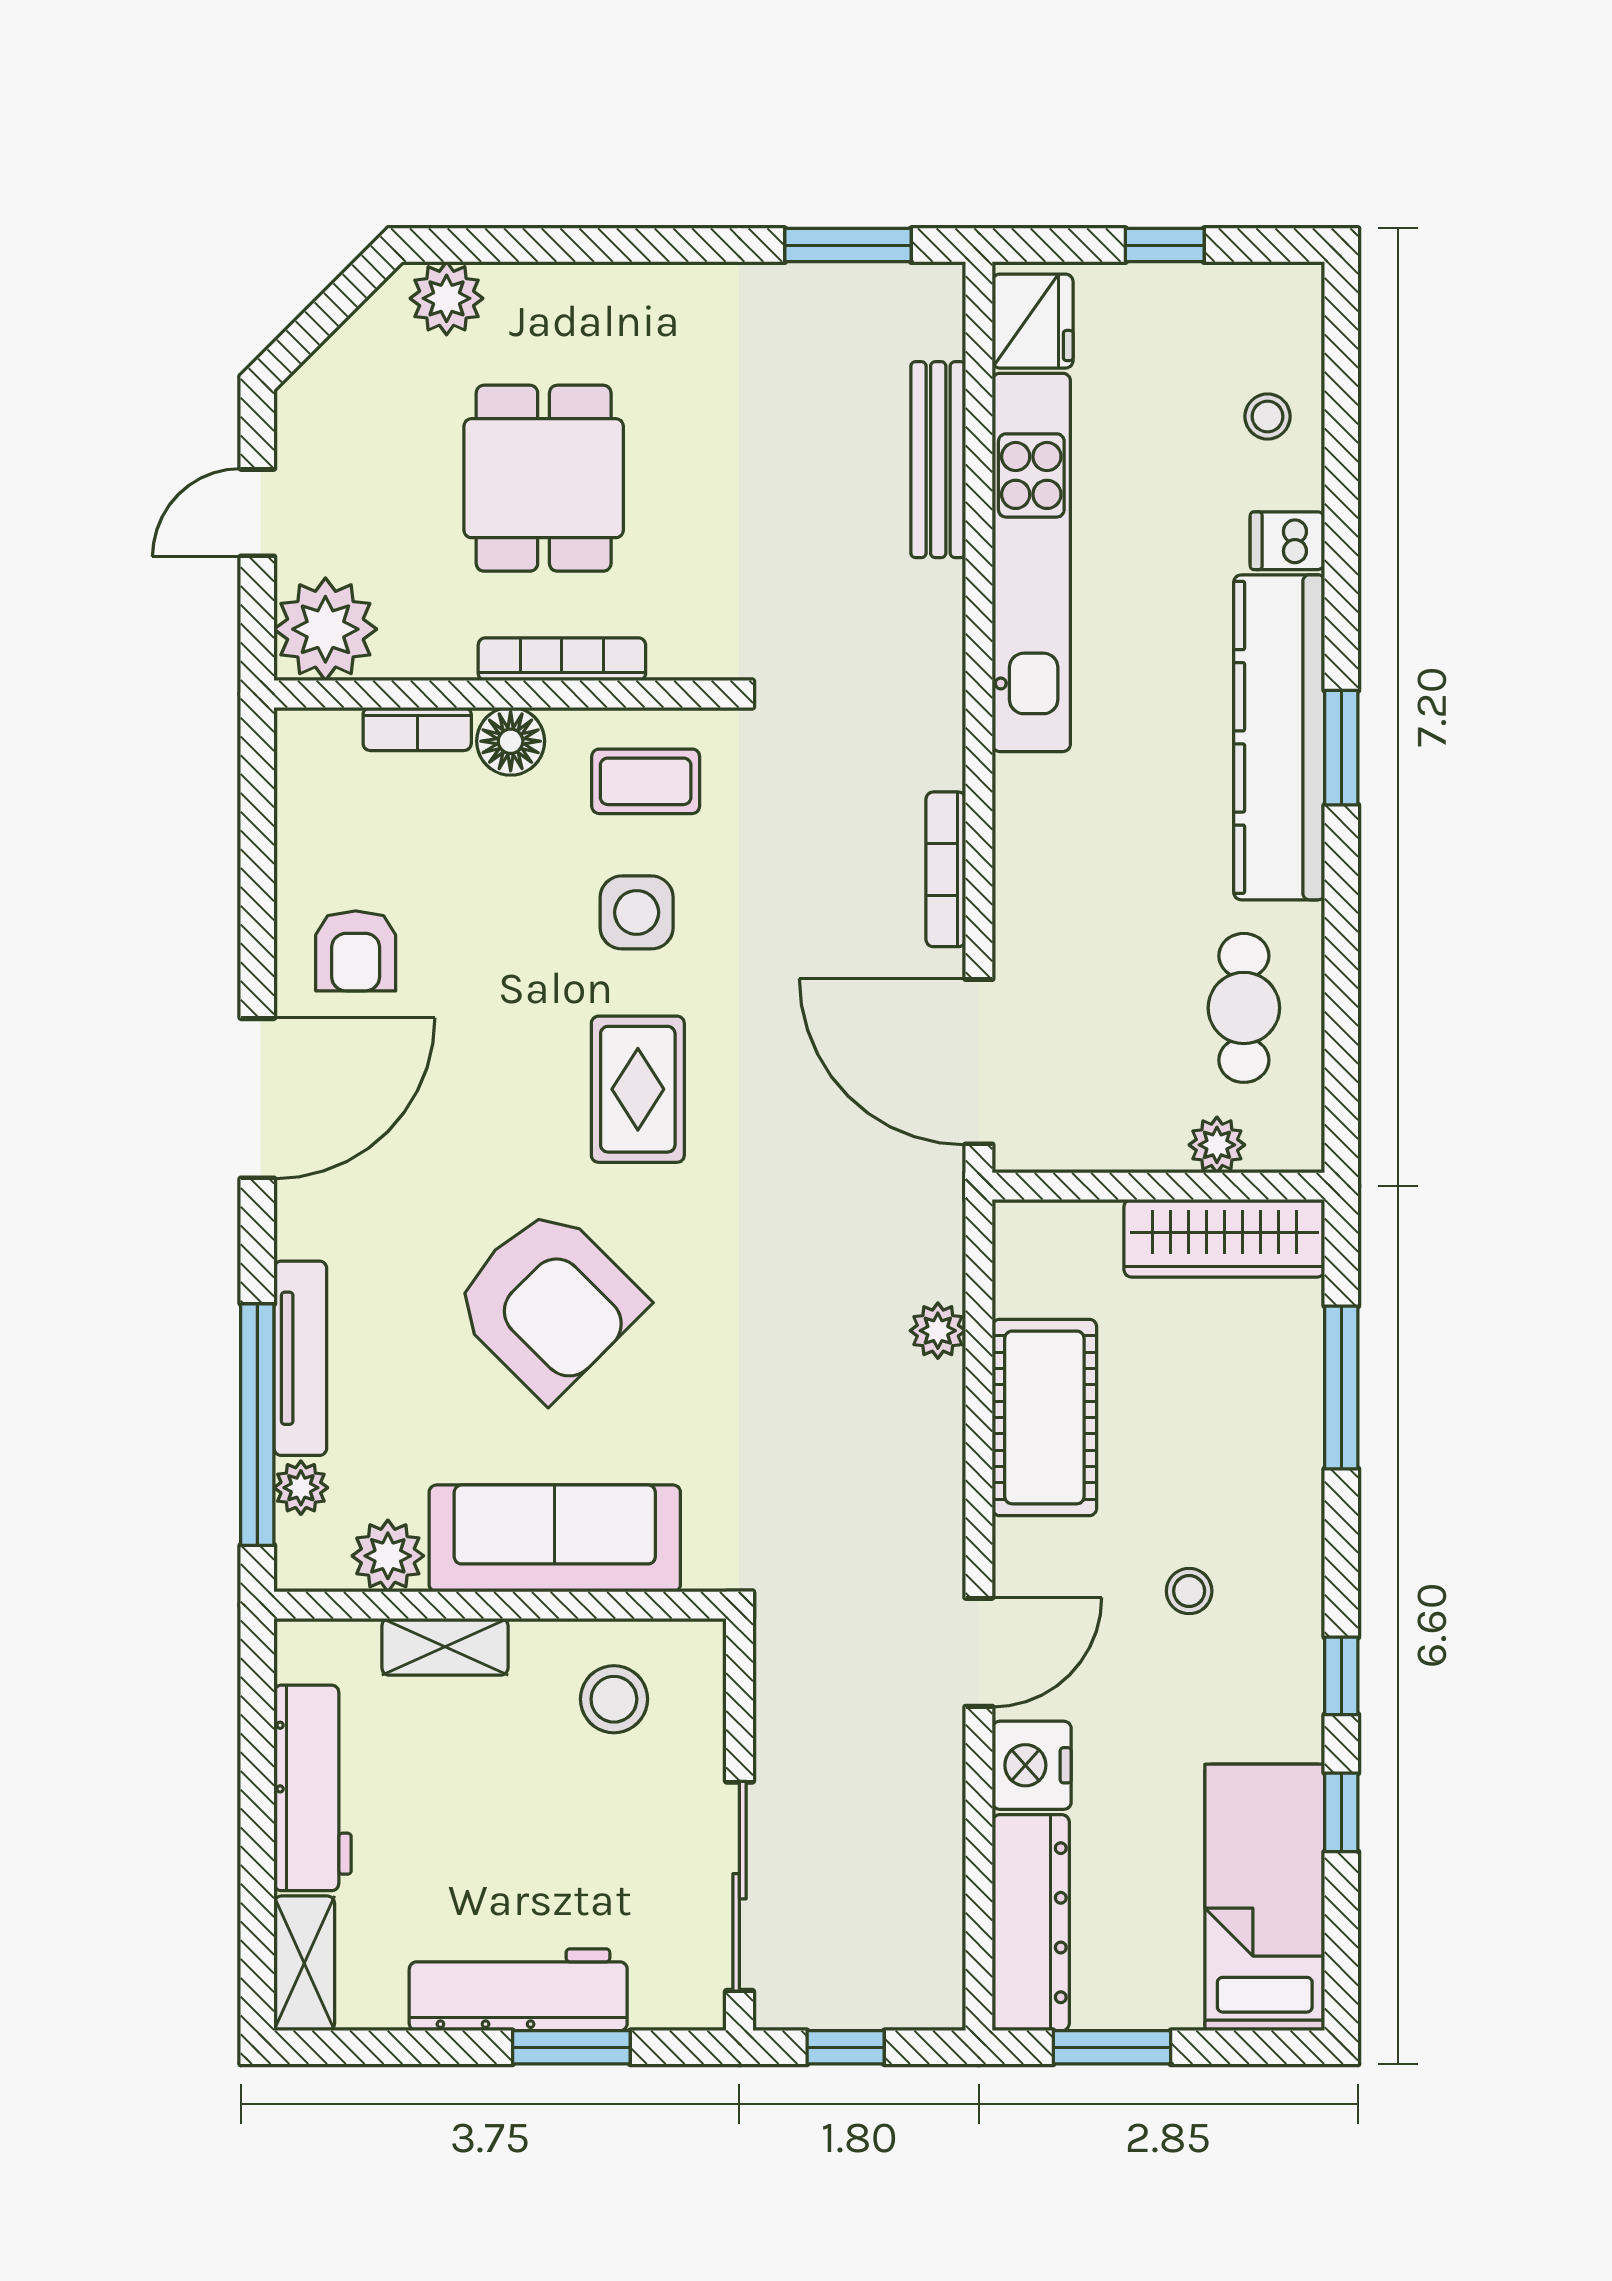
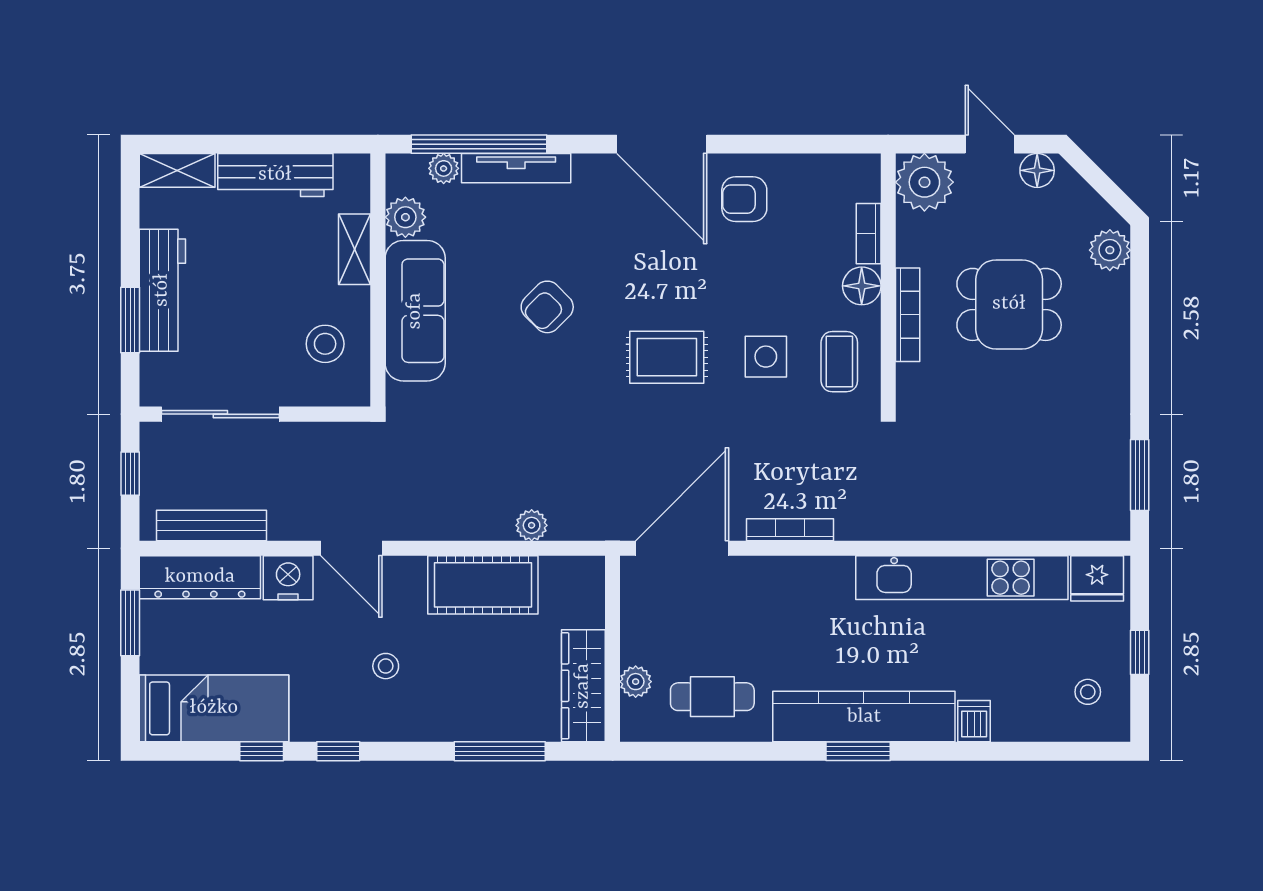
stool: (1268, 416) -> (1088, 692), moved
floor lamp: (304, 428) -> (1037, 170), added
bench: (938, 460) -> (212, 525), moved
armchair: (548, 1303) -> (547, 307), width x0.53, depth x0.53

